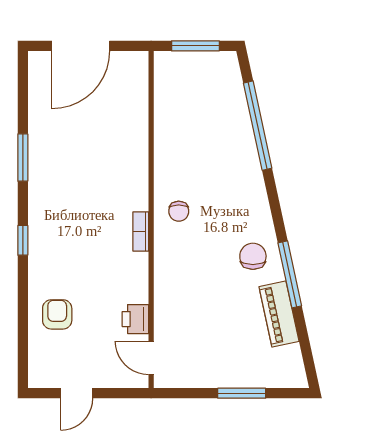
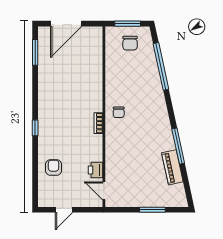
window: (23, 158) -> (35, 52), moved
chair: (253, 256) -> (130, 43), moved, turned 180

